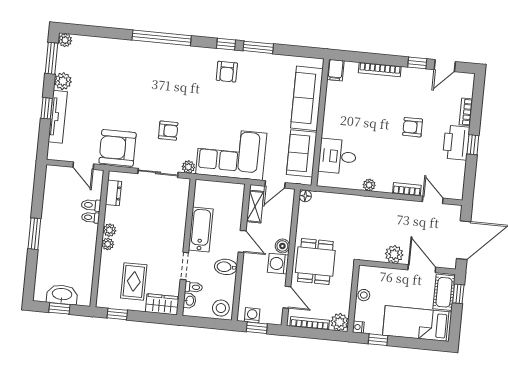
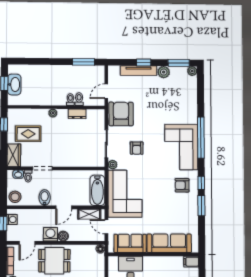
corner sofa: (172, 67) -> (181, 147), added
dresser: (113, 193) -> (77, 114), moved
bathtub: (201, 229) -> (97, 190), moved, turned 90
plant: (109, 230) -> (63, 114), removed
window: (34, 234) -> (84, 62), moved

